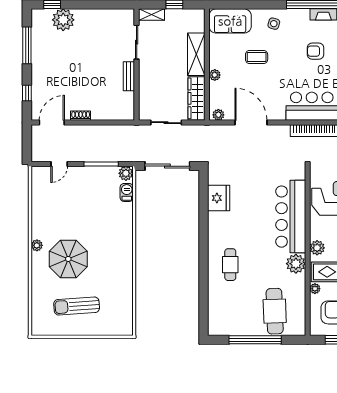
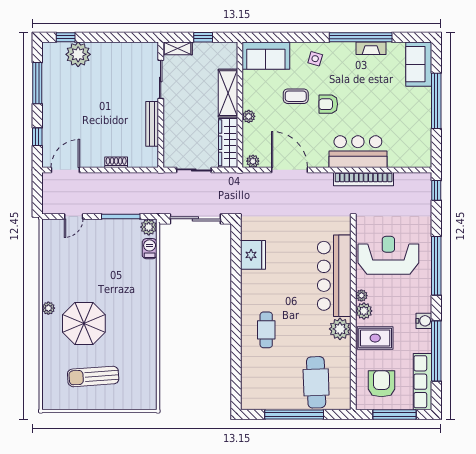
armchair: (316, 51) -> (328, 104), moved
bench: (129, 76) -> (152, 124), width x1.36
shoe rack: (81, 116) -> (116, 162), moved
plant: (315, 289) -> (361, 295), moved

